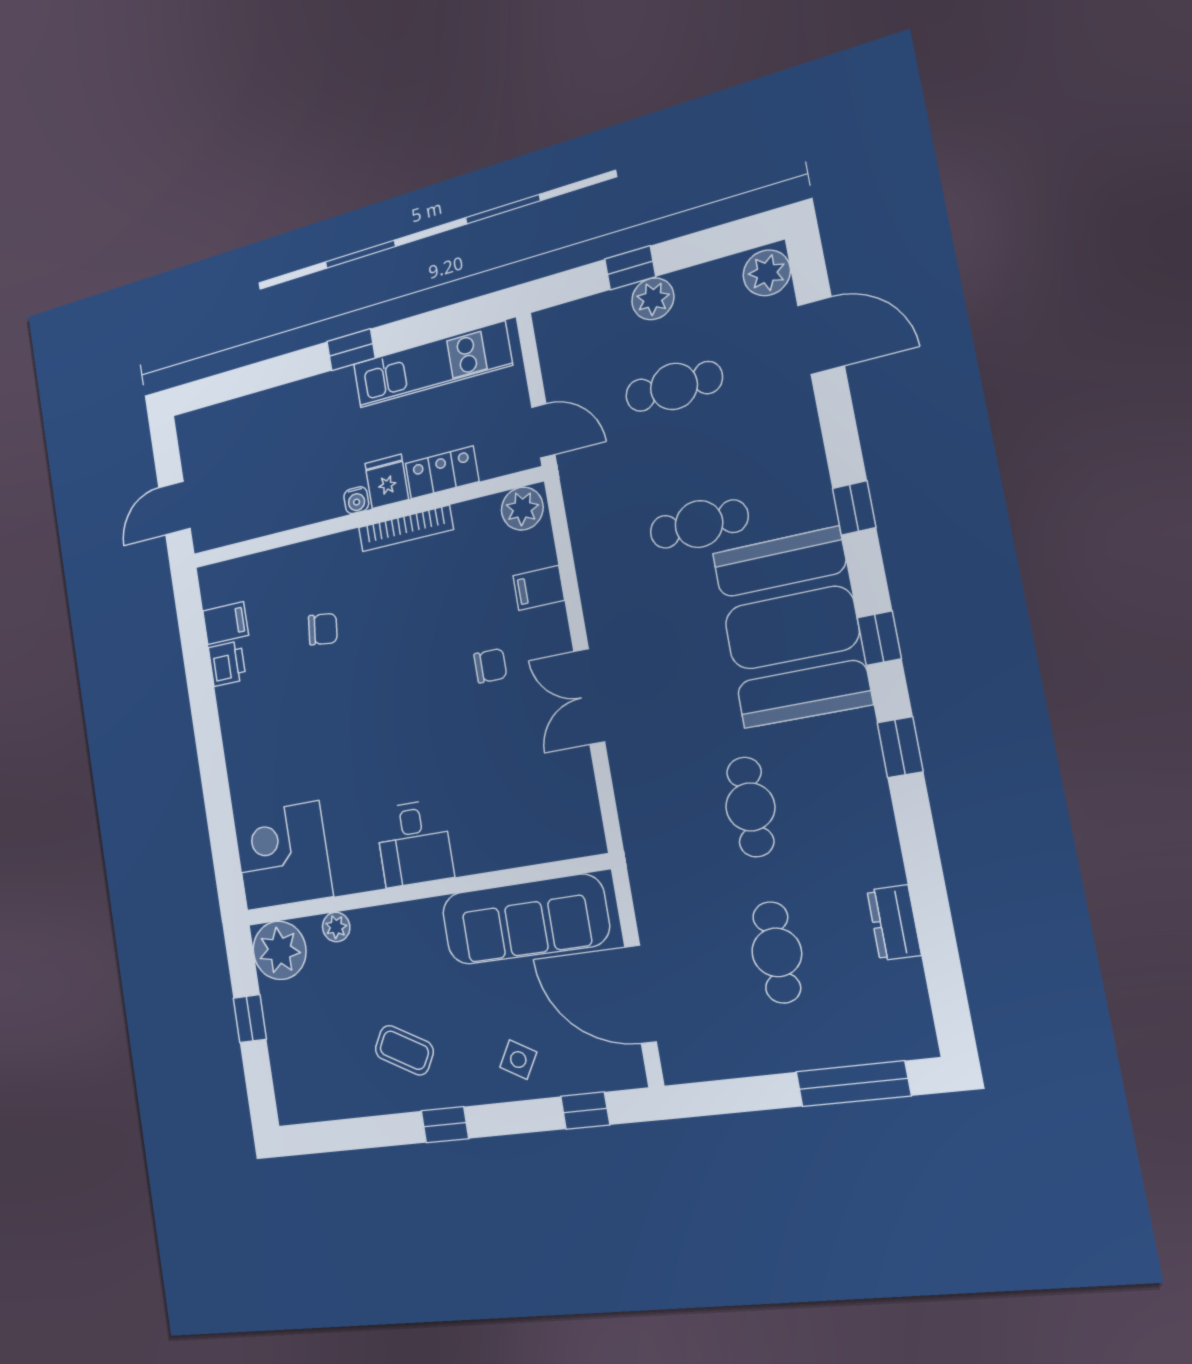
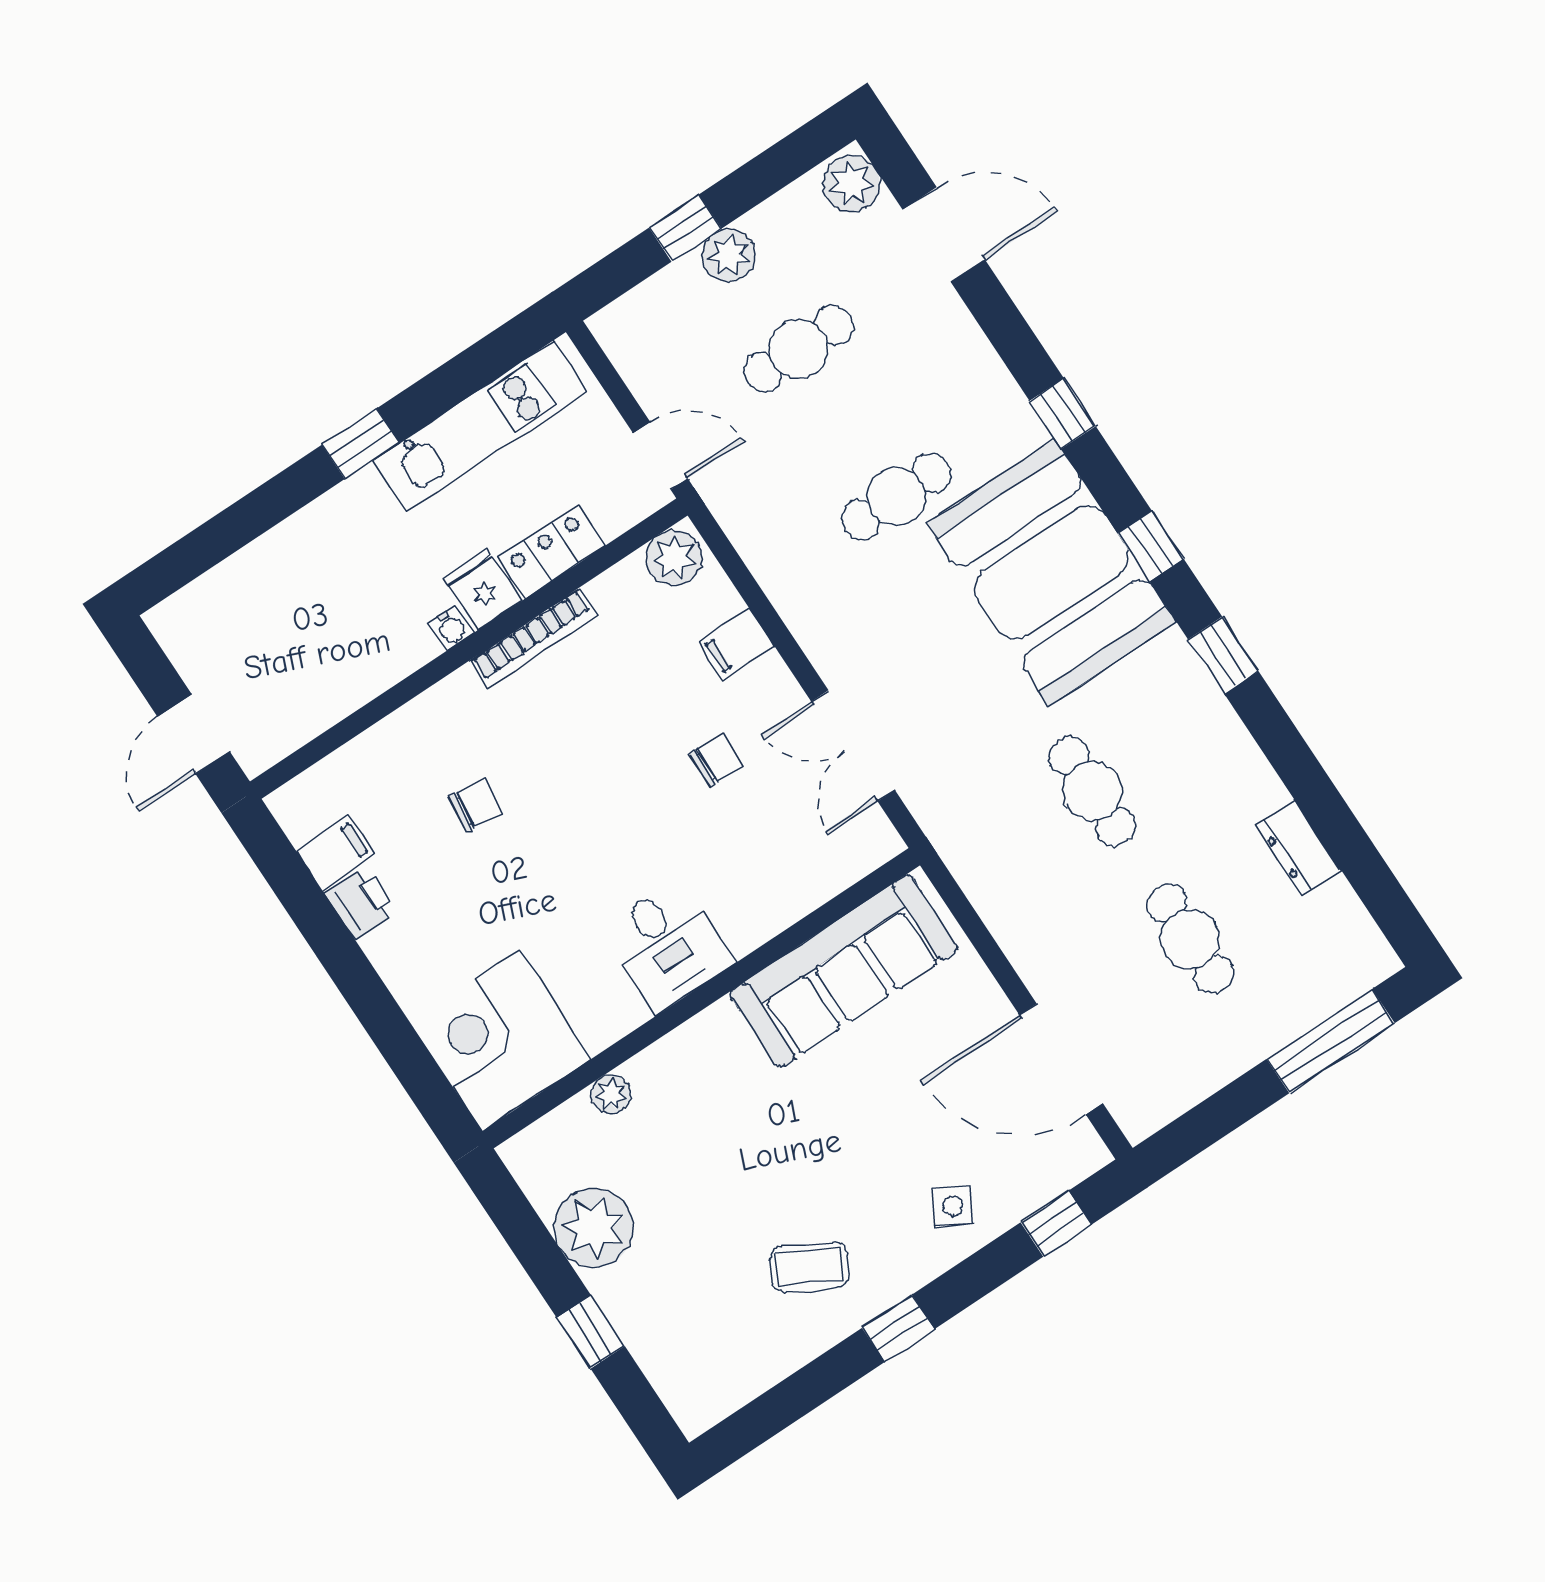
desk: (414, 843) -> (667, 946), moved
corner desk: (283, 856) -> (500, 1041), moved
wall: (421, 891) -> (701, 998), moved
sofa: (525, 919) -> (844, 971), moved
plant: (336, 927) -> (611, 1094), moved

